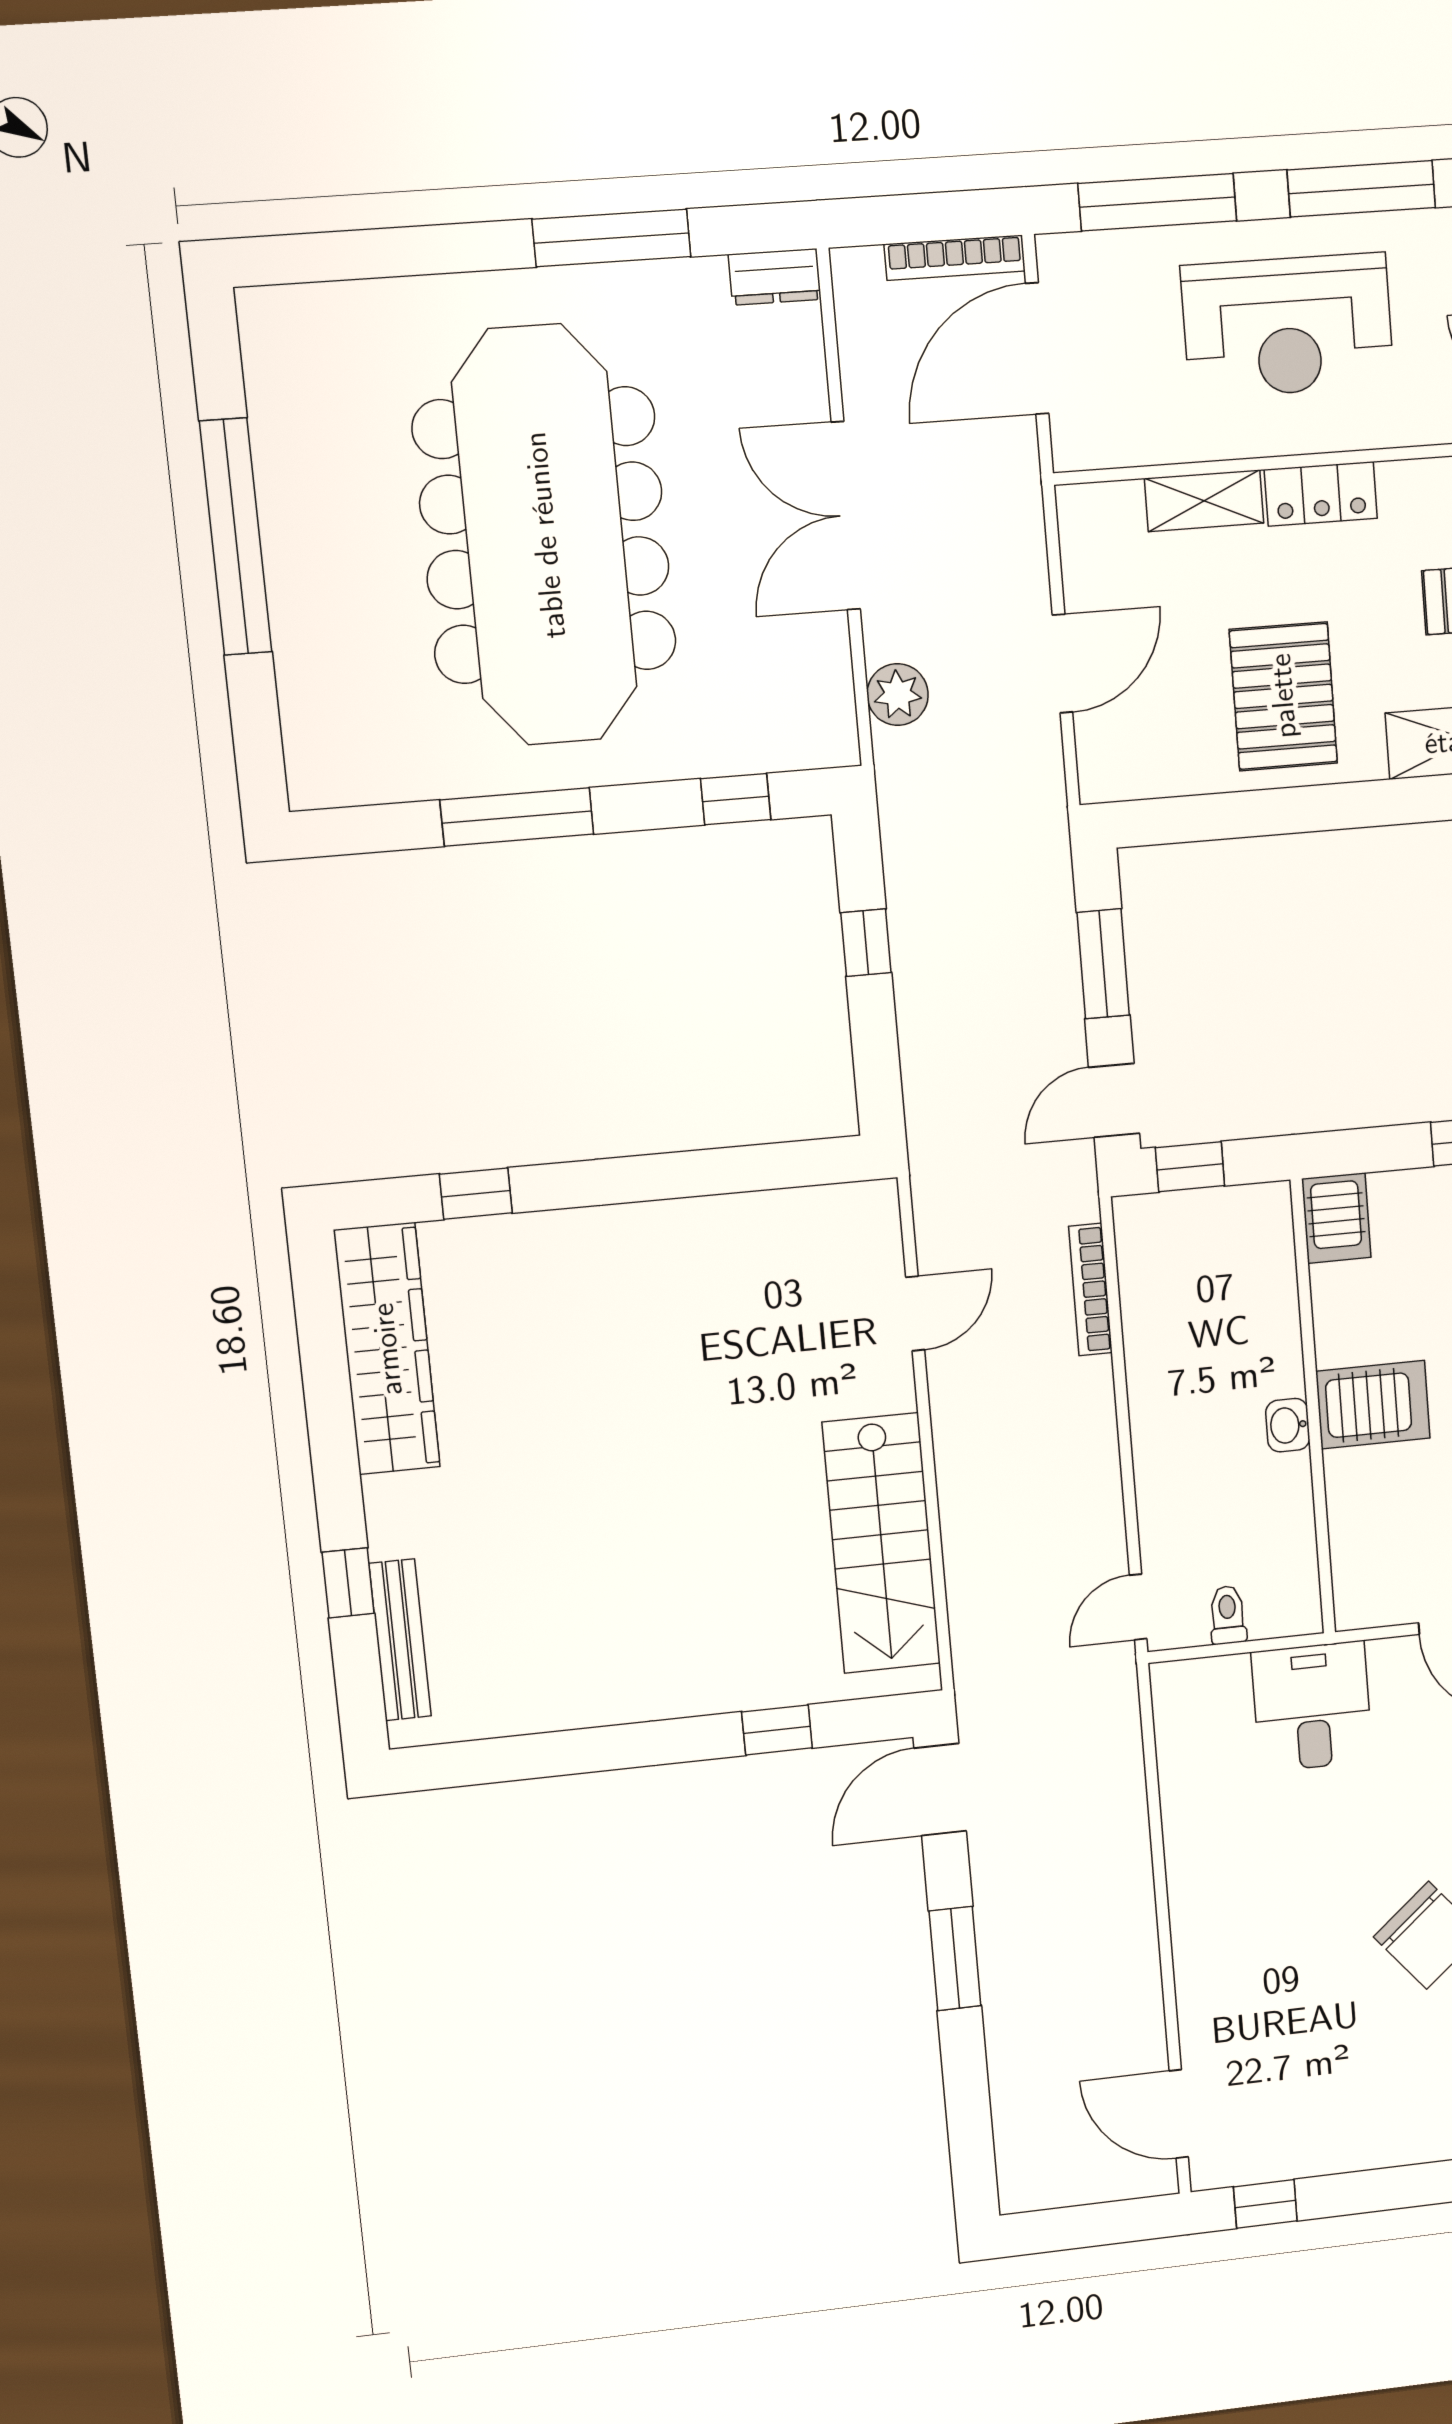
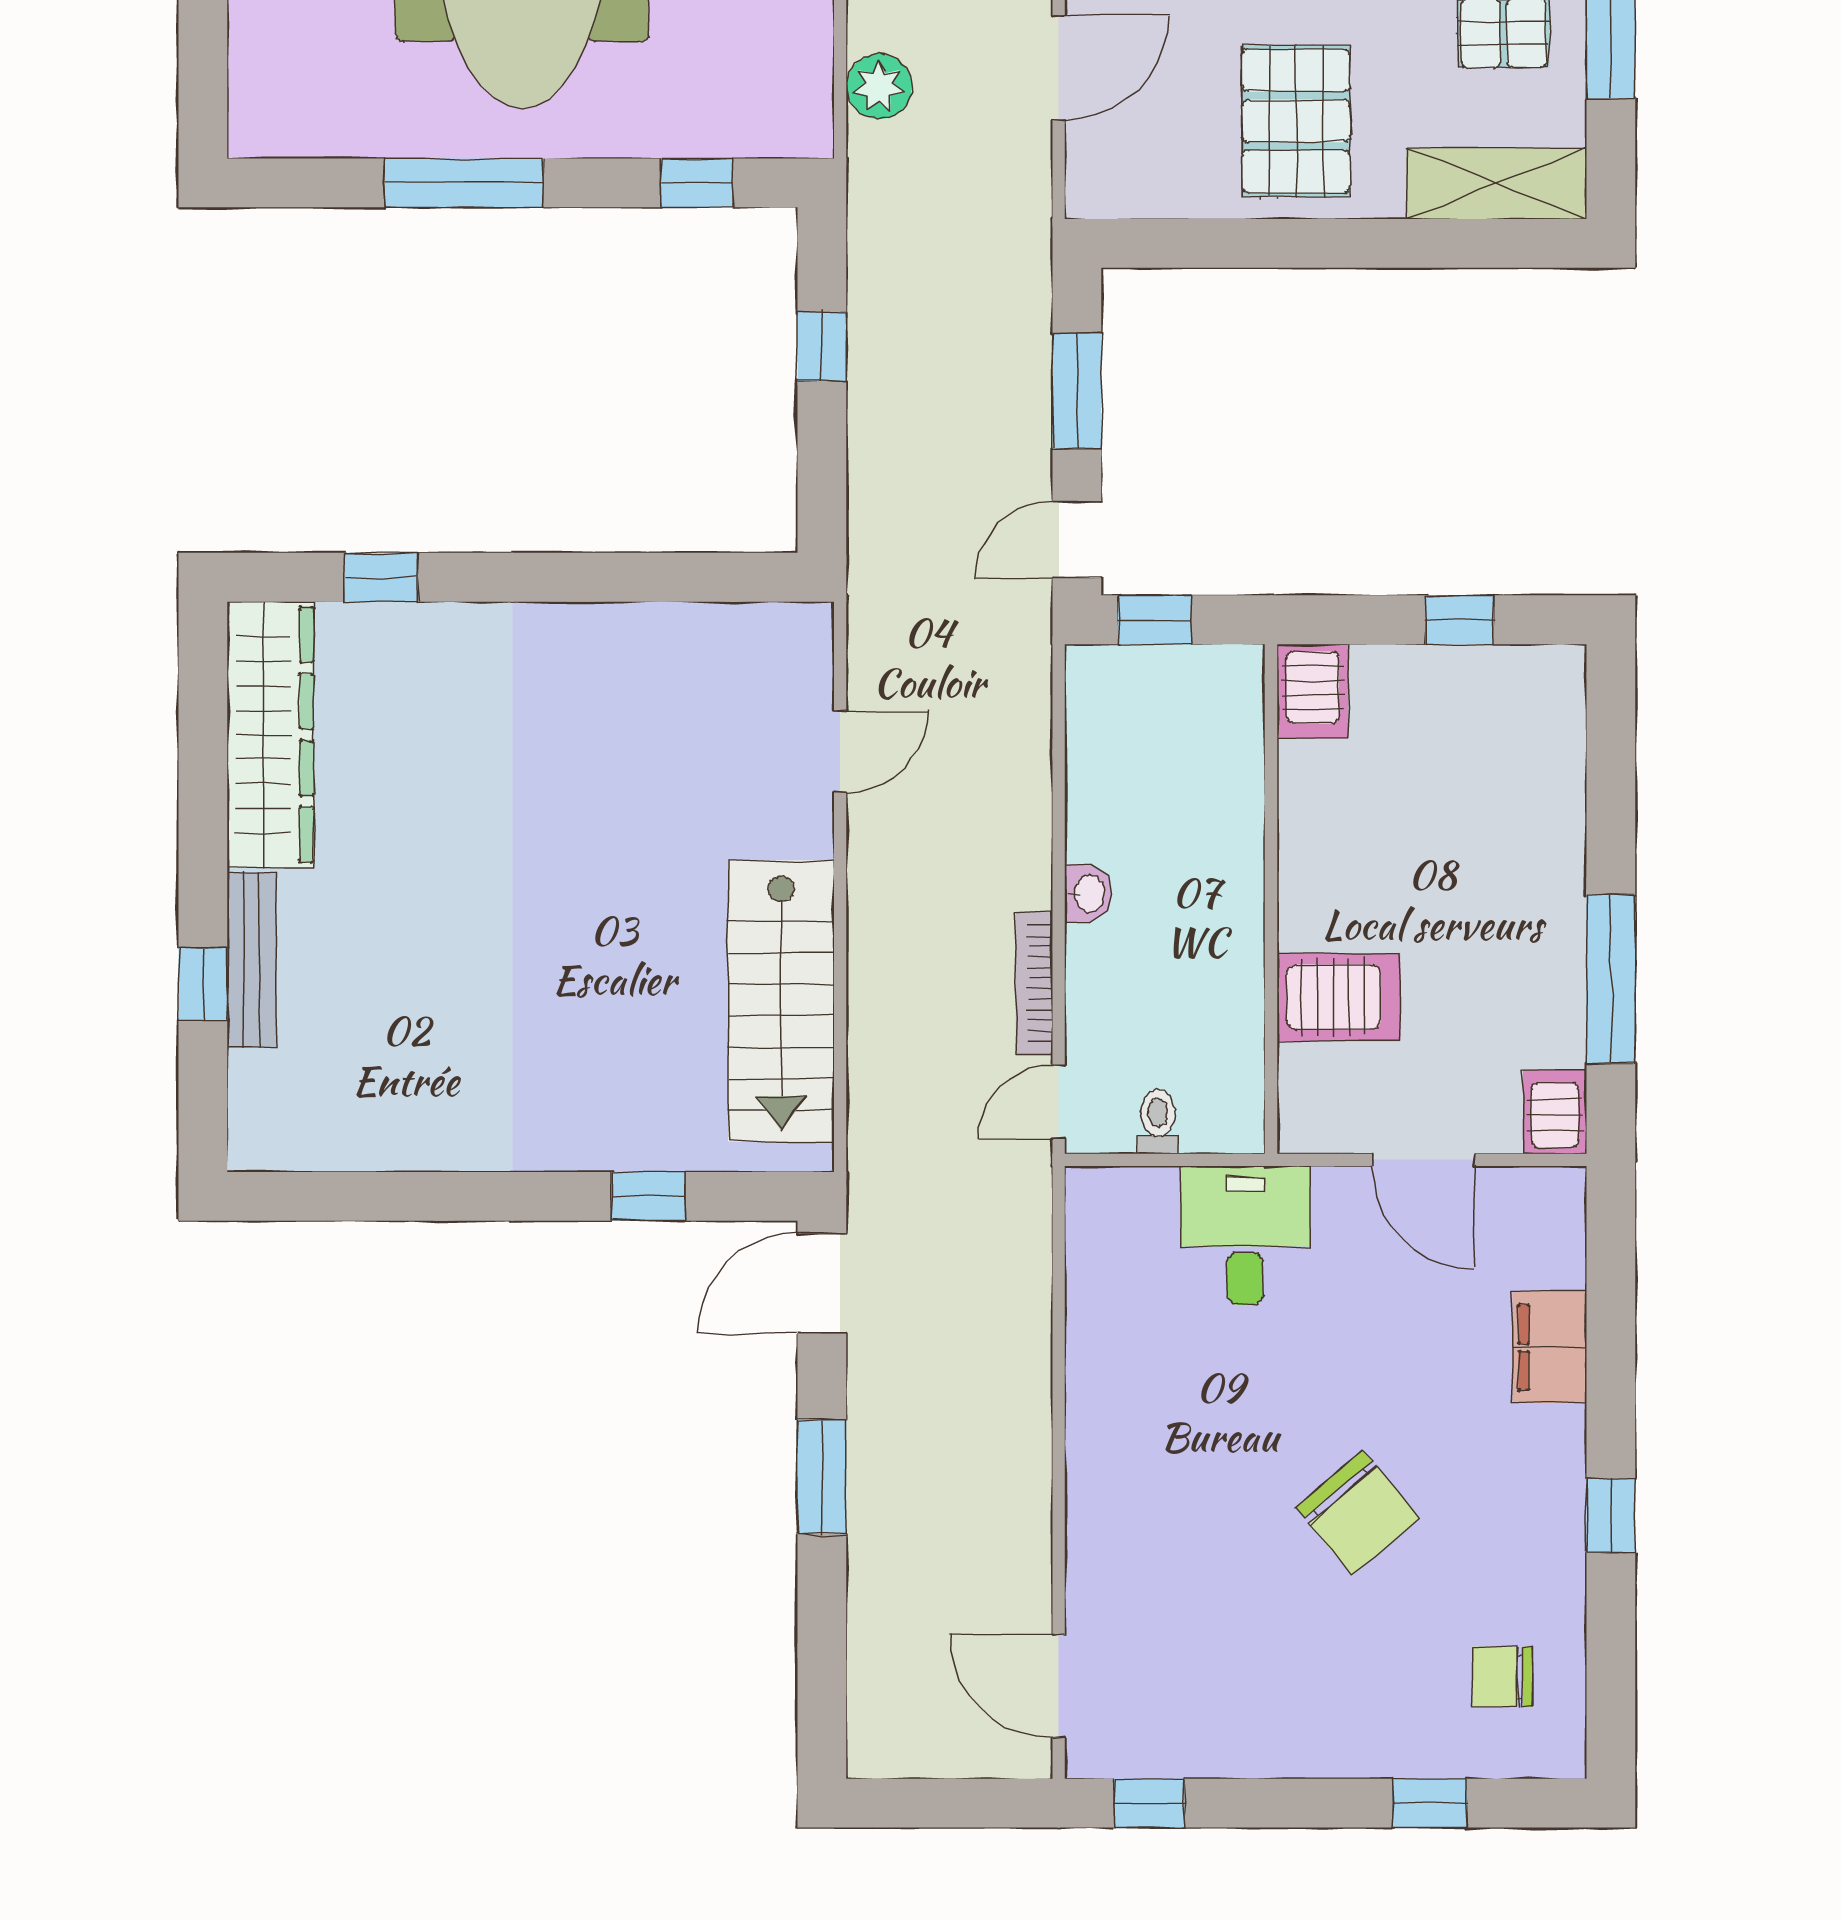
bookcase: (1090, 1290) -> (1034, 983), moved
server rack: (1373, 1405) -> (1339, 997), moved
washbasin: (1288, 1425) -> (1088, 894), moved, turned 180
bench: (400, 1640) -> (252, 960), moved

